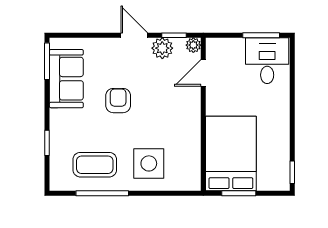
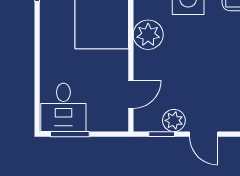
plant: (193, 45) -> (148, 35), moved, width x1.88, depth x1.88
armchair: (118, 101) -> (220, 65), removed

